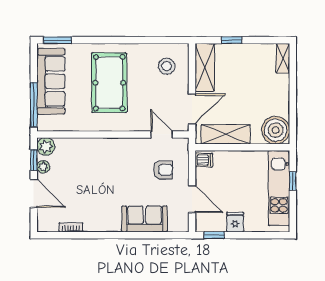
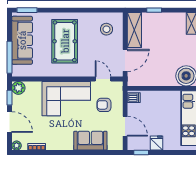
shelving: (225, 134) -> (150, 79), removed
corner sofa: (111, 161) -> (66, 99), added
plant: (43, 167) -> (17, 146), moved
armchair: (163, 170) -> (104, 105), turned 180

